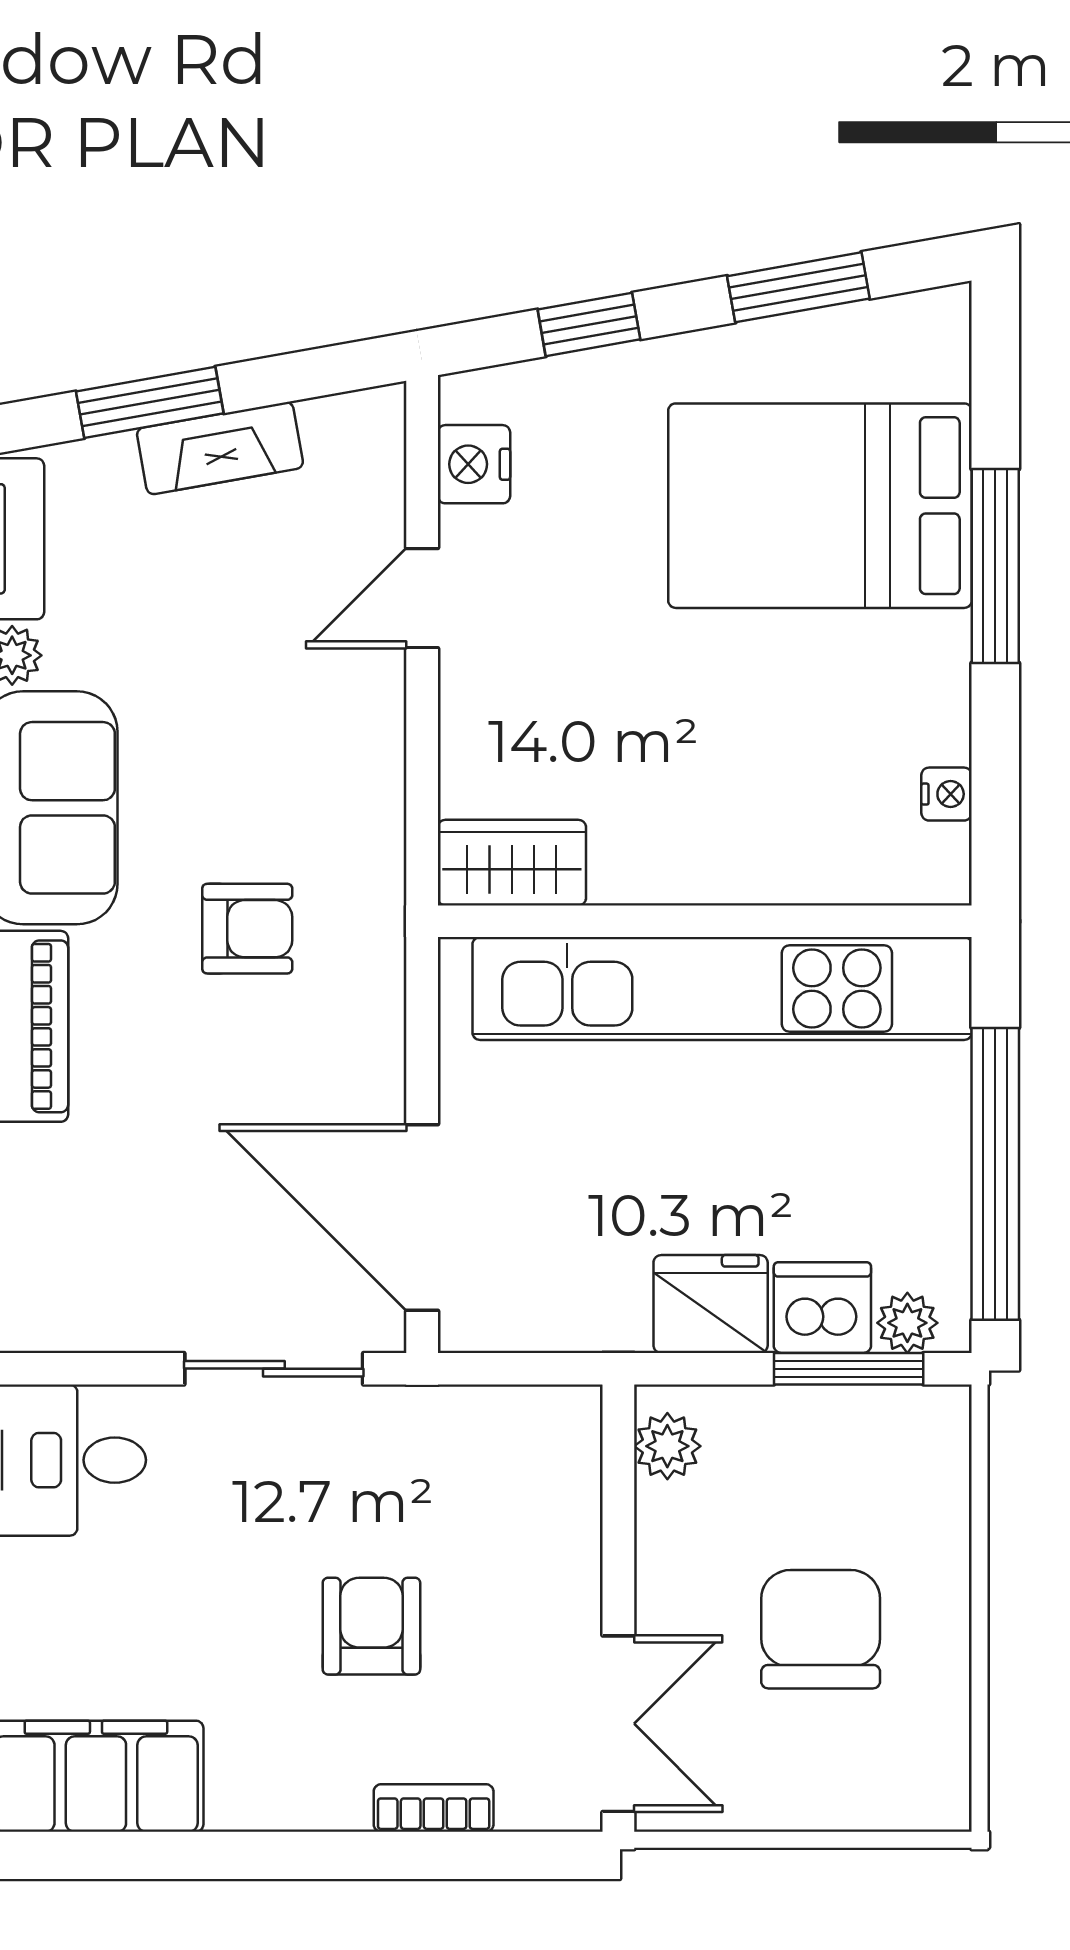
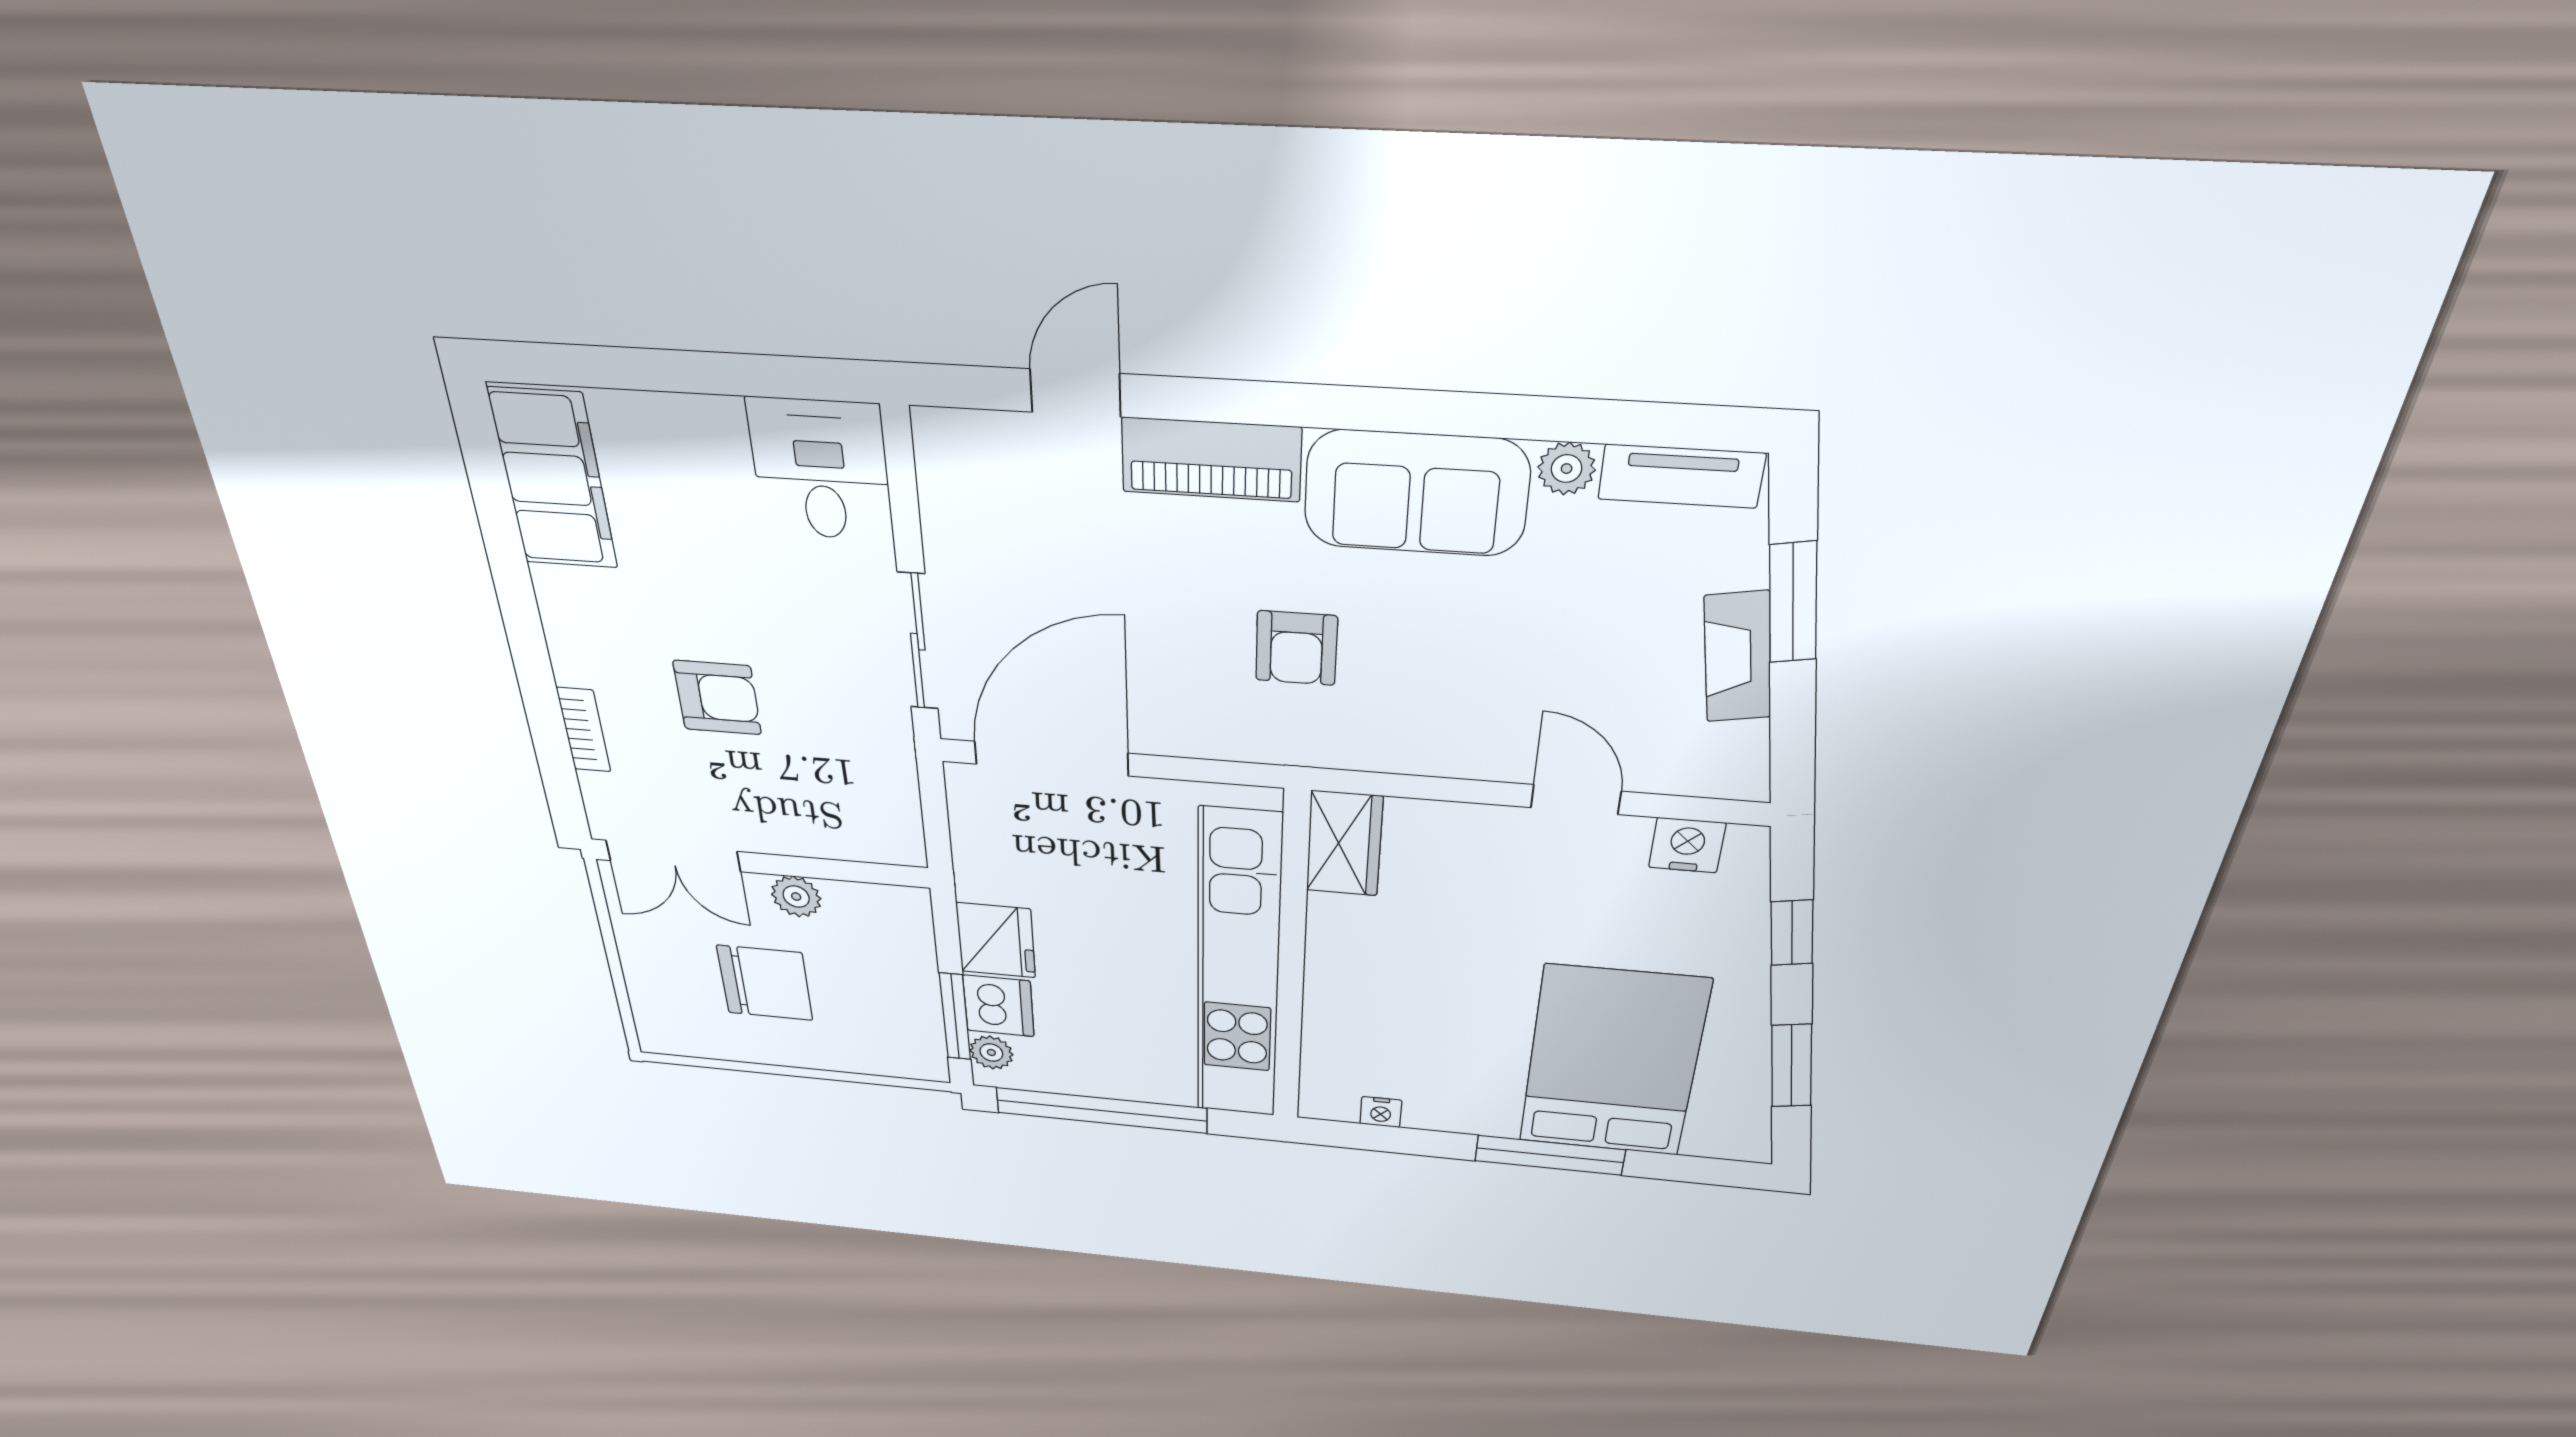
plant: (667, 1446) -> (796, 897), moved

